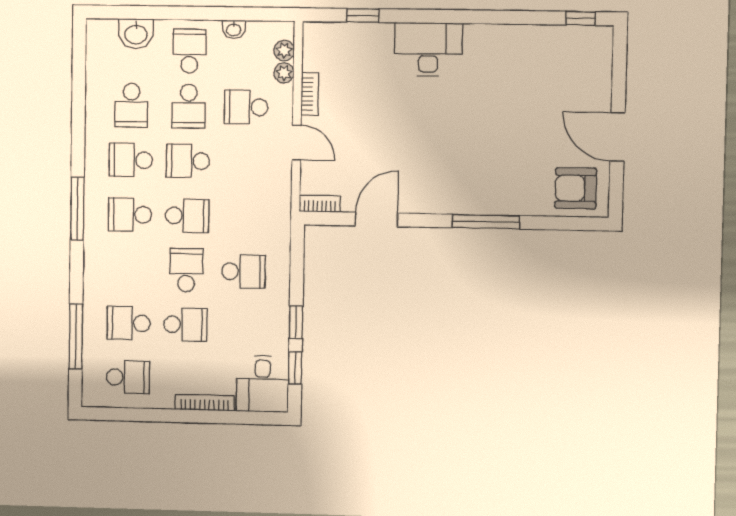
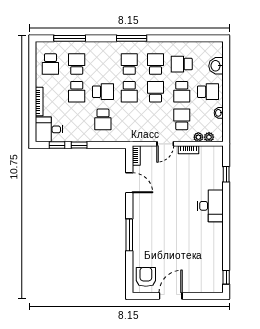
school desk: (189, 106) -> (182, 92), turned -90

